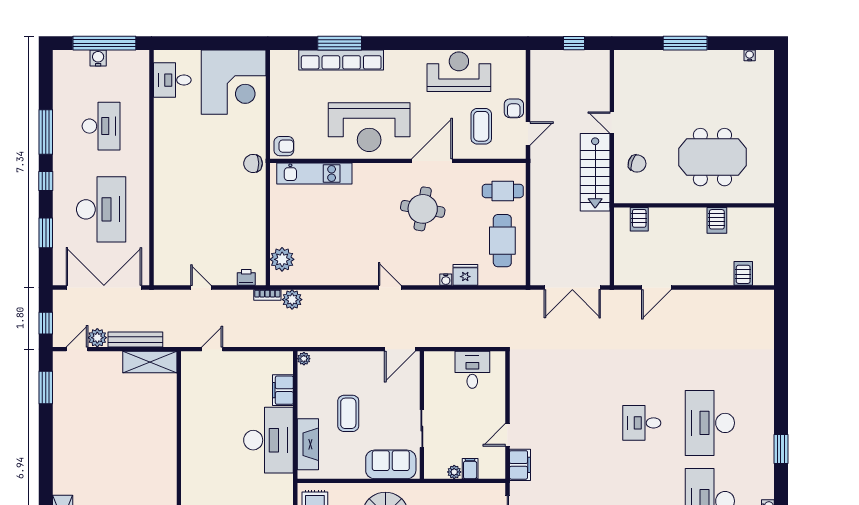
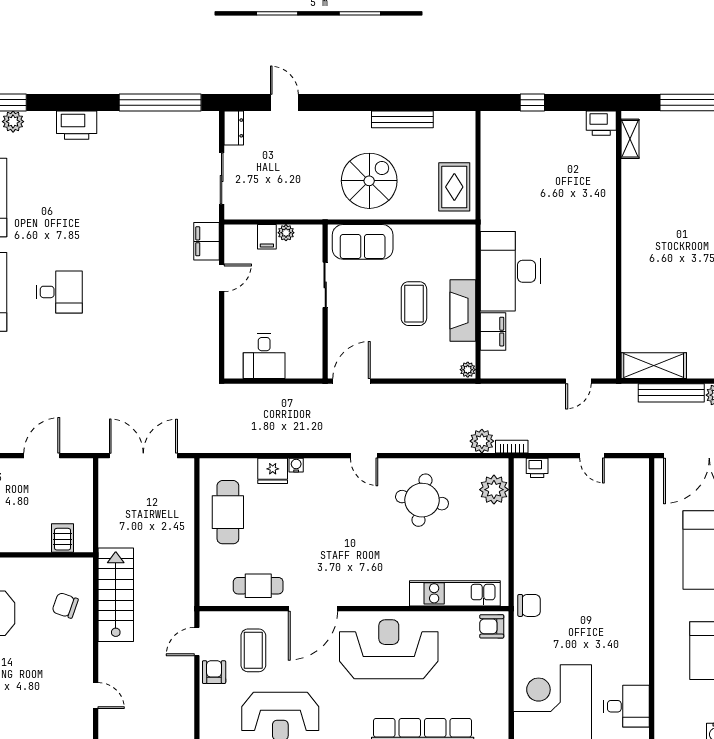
door: (612, 123) -> (96, 696), moved
cafe table: (503, 191) -> (258, 586), moved
round table: (423, 209) -> (422, 500), moved
fireplace: (308, 444) -> (463, 311), moved

